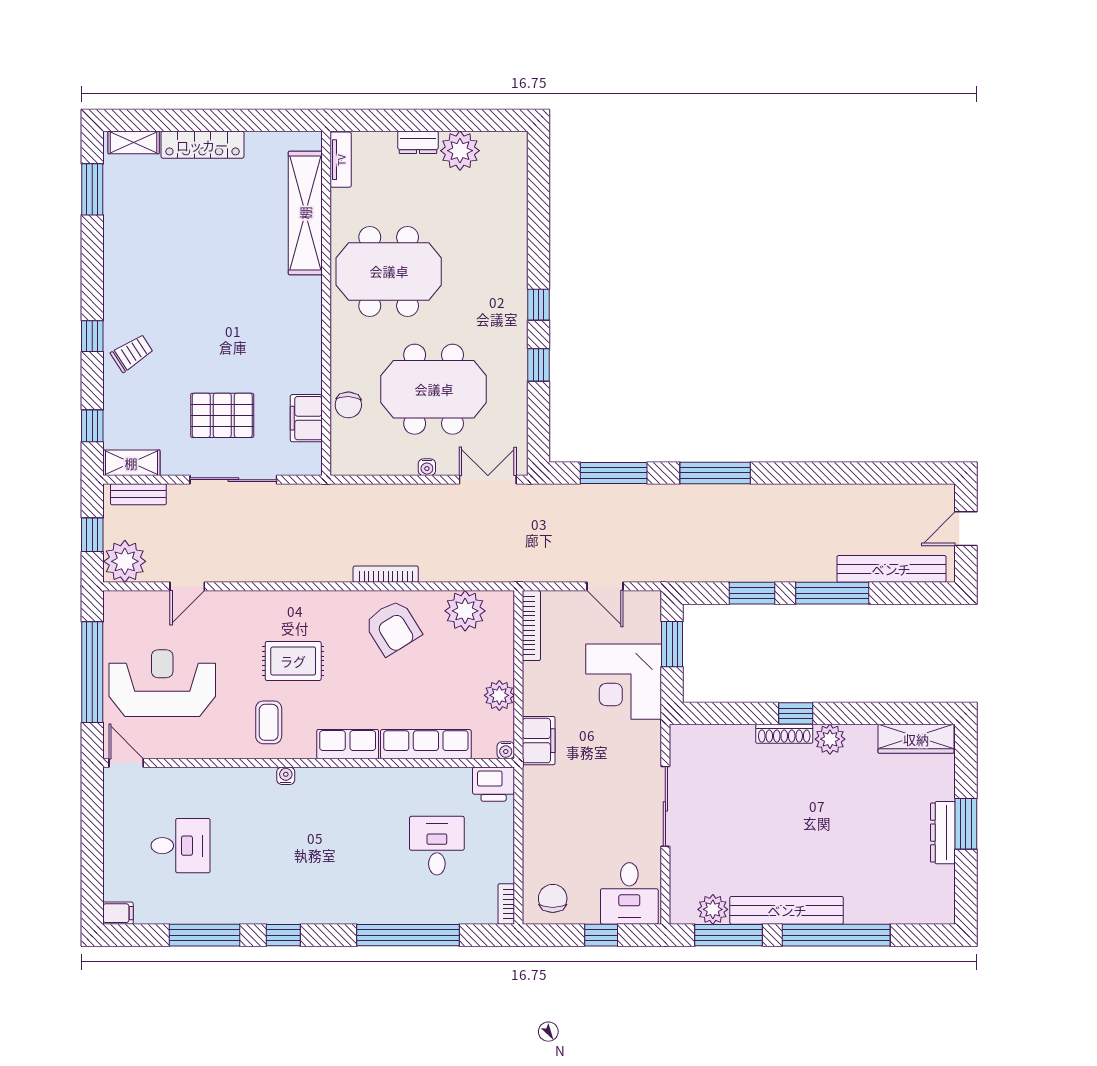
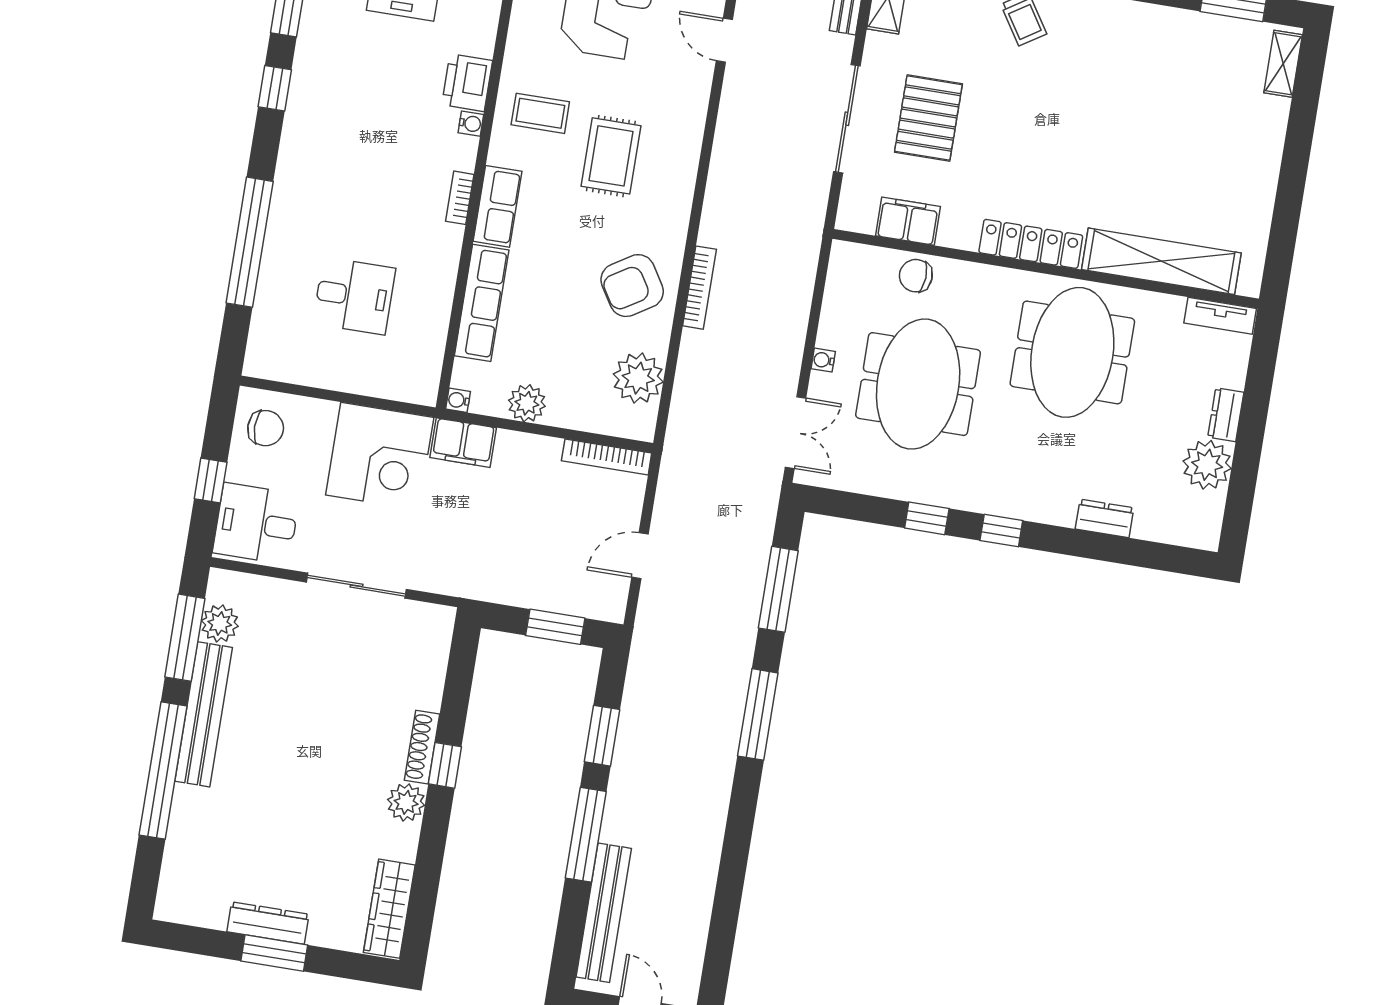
locker: (202, 145) -> (1031, 244), moved, turned 90
dresser: (516, 225) -> (1105, 518), added
corner desk: (624, 682) -> (380, 456), moved, turned 180
printer: (494, 784) -> (467, 83), moved
bookcase: (506, 904) -> (460, 198), moved, turned -90

